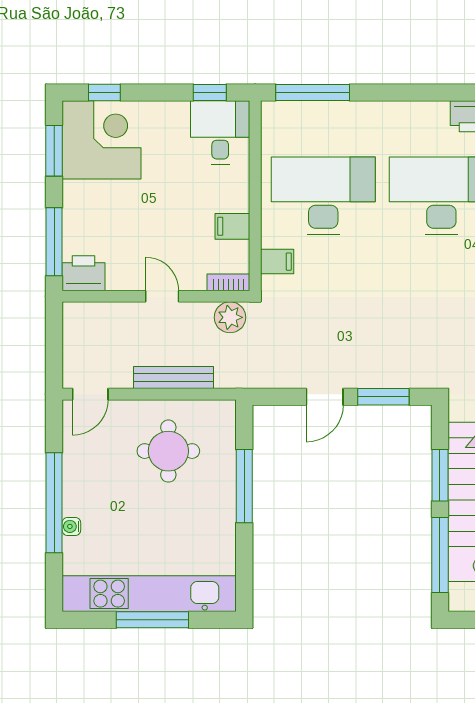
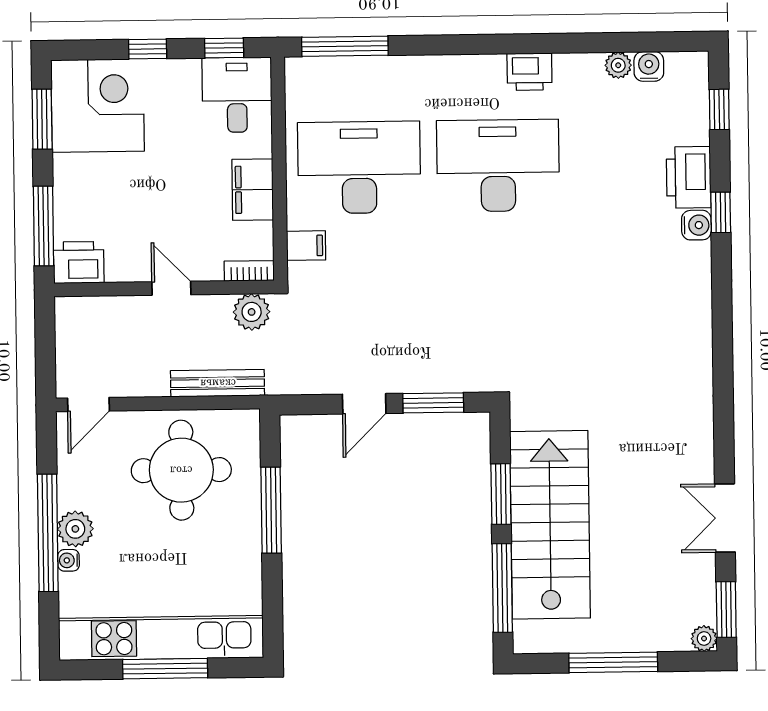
window: (104, 92) -> (148, 49), moved
filing cabinet: (232, 226) -> (253, 190), width x2.00
bench: (173, 378) -> (218, 383), moved
round table: (168, 451) -> (181, 470), width x1.36, depth x1.36
plant: (78, 500) -> (75, 529), added

